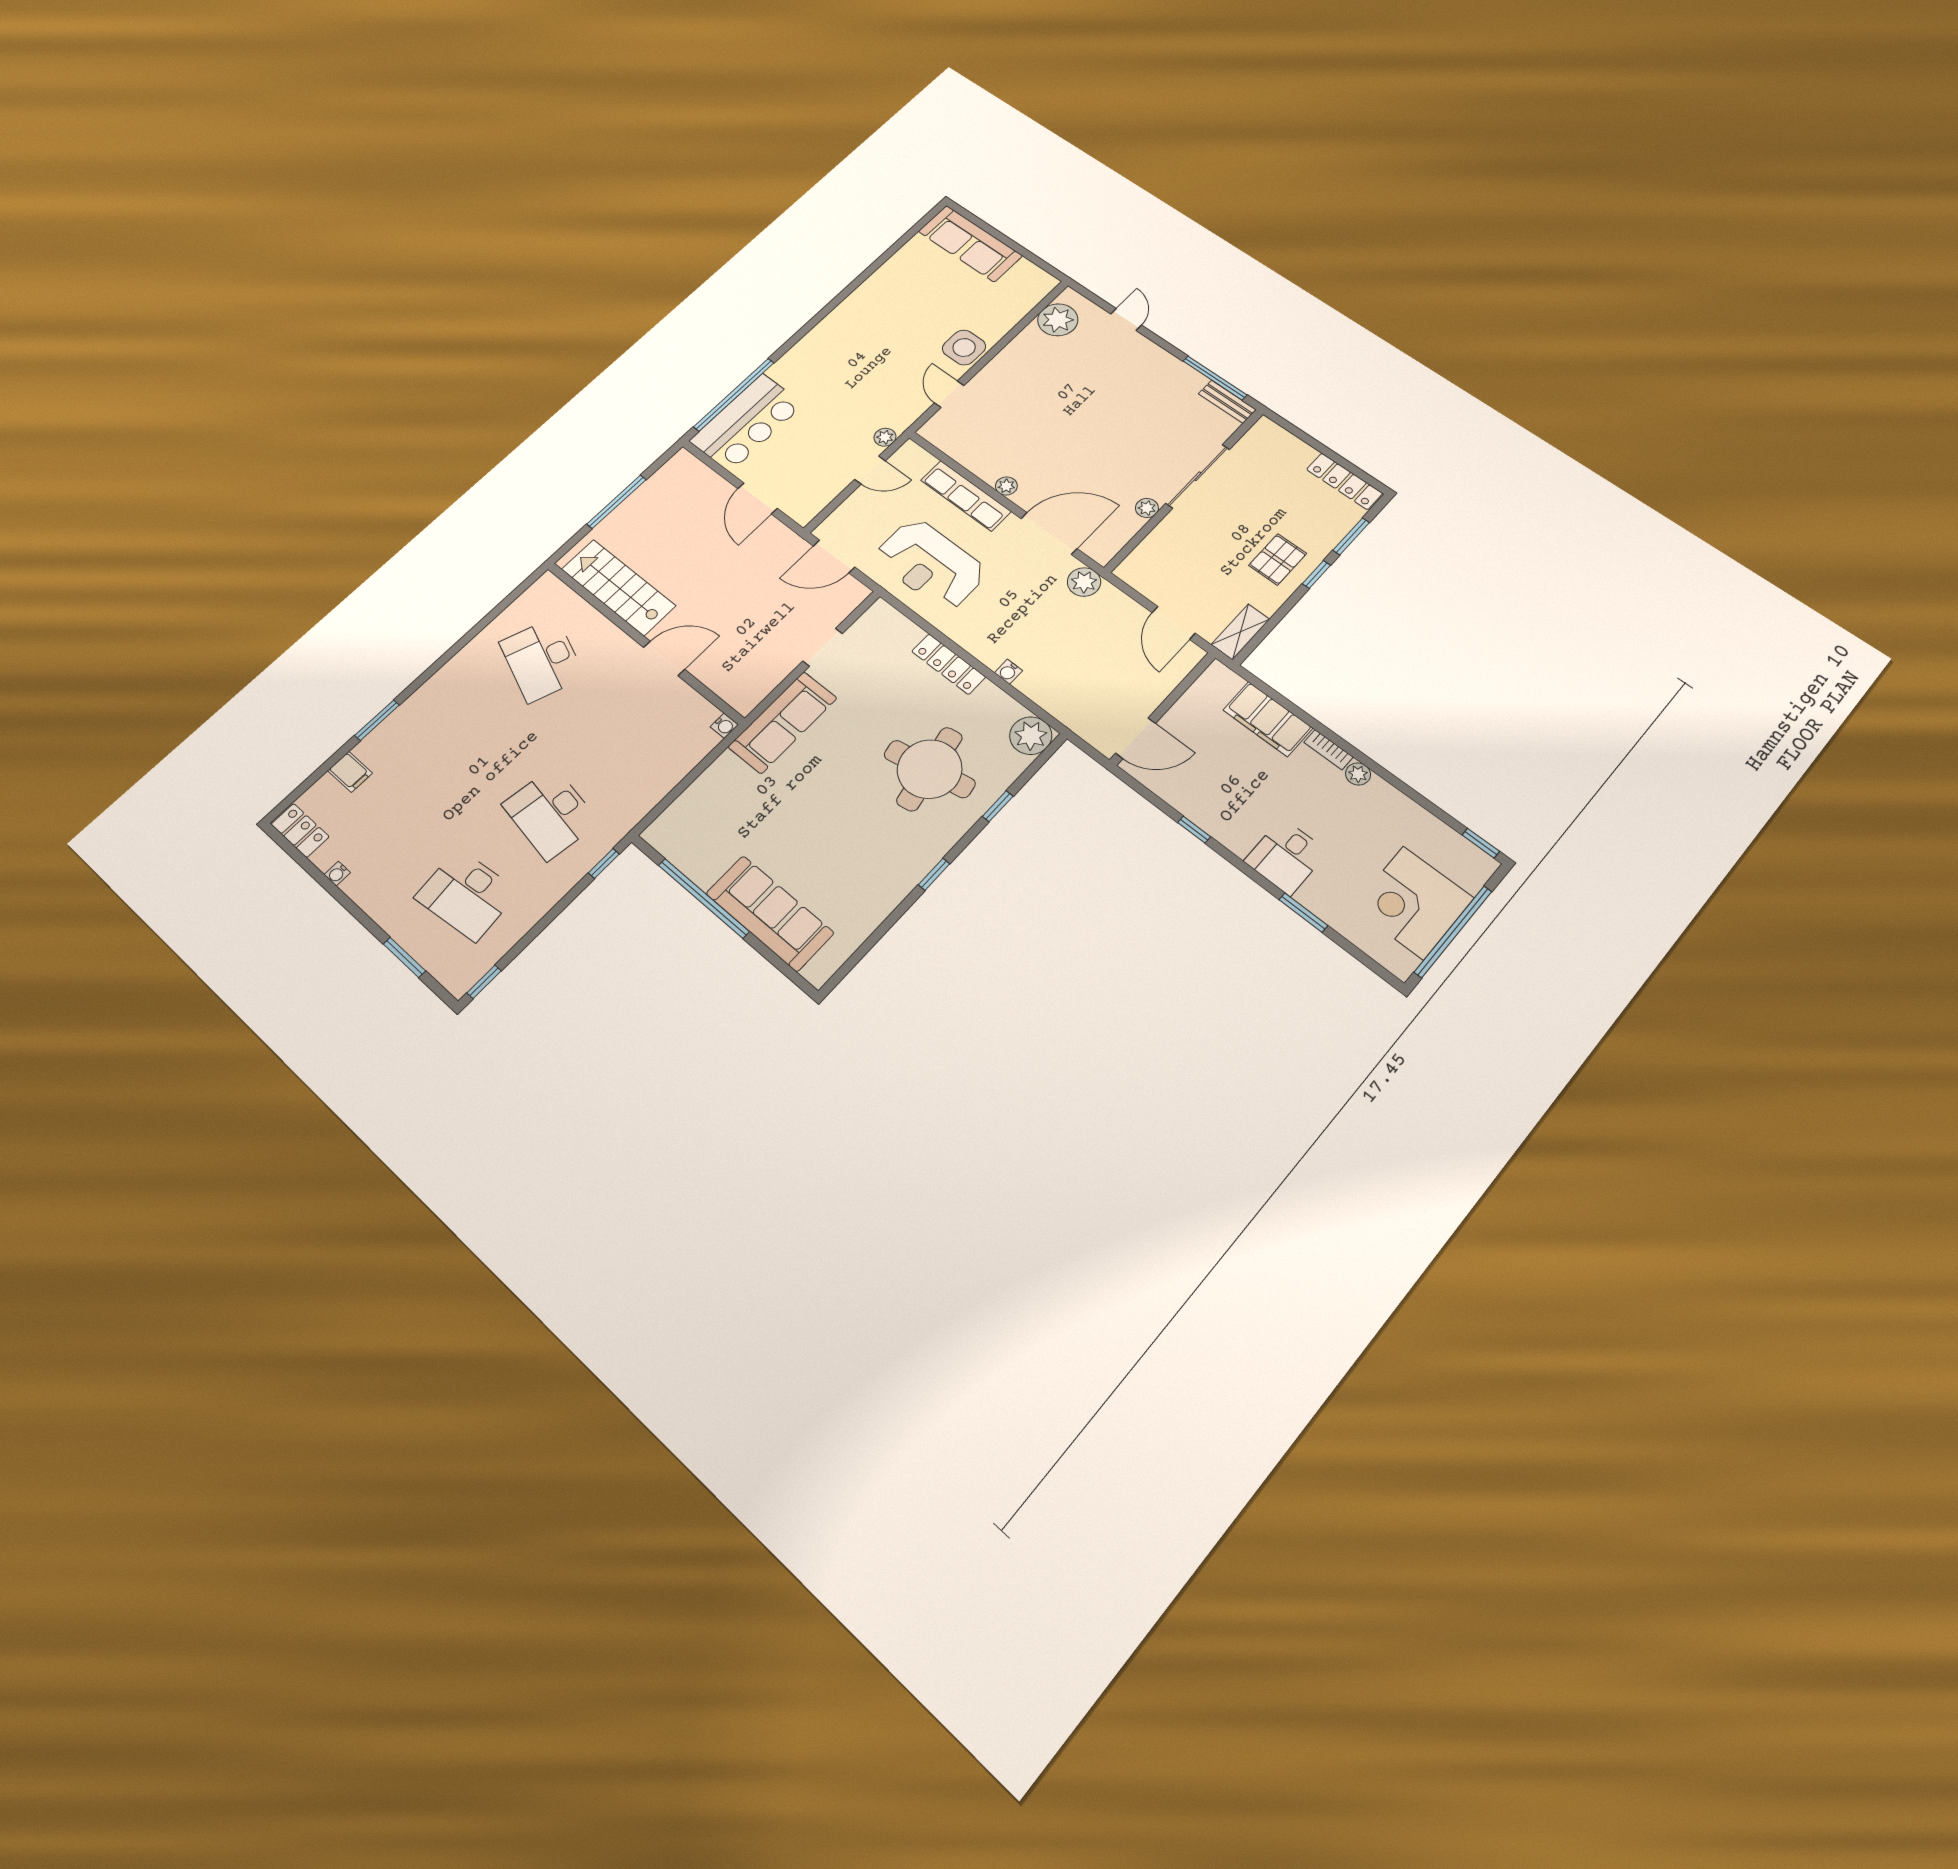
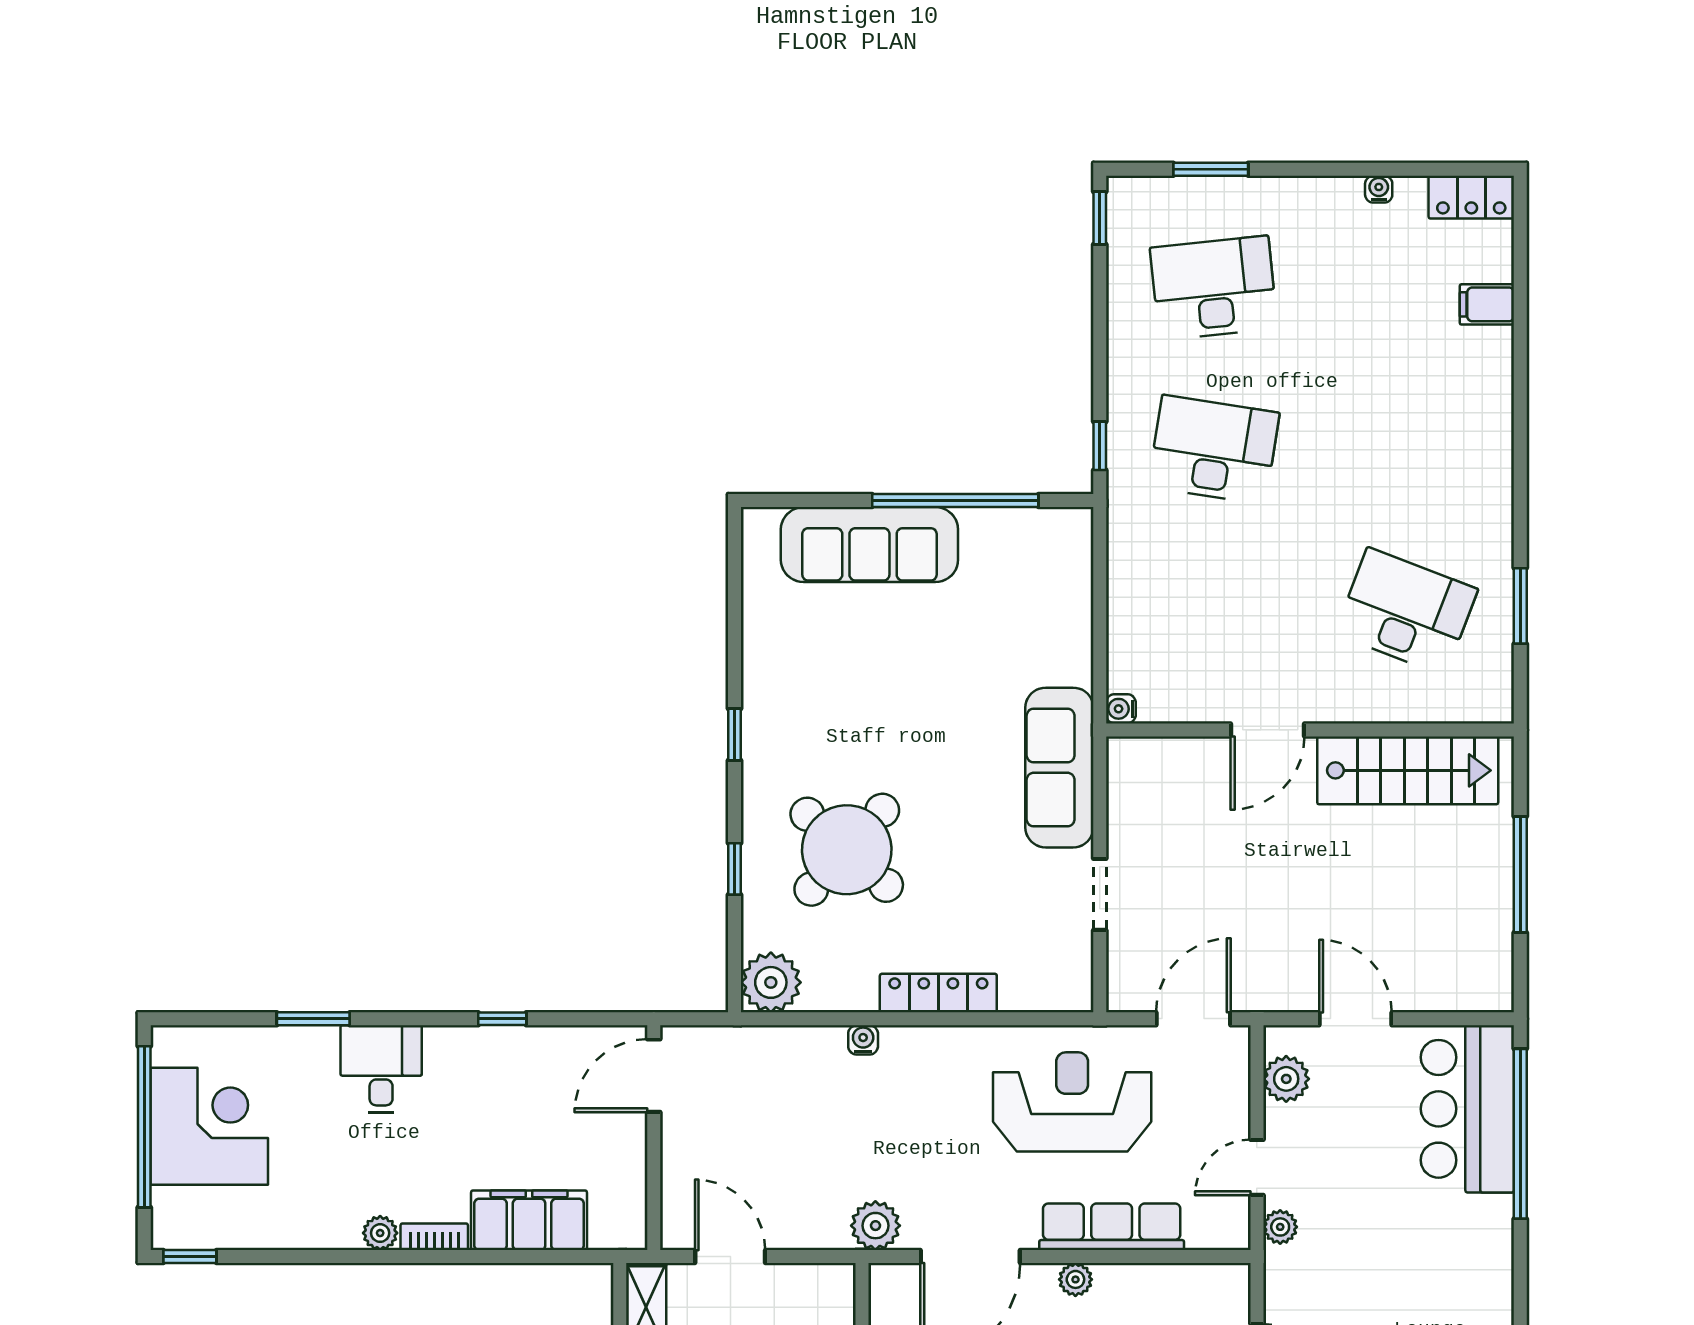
plant: (817, 497) -> (1286, 1079), added
window: (377, 720) -> (1520, 606), moved
round table: (930, 769) -> (847, 850), turned -37

